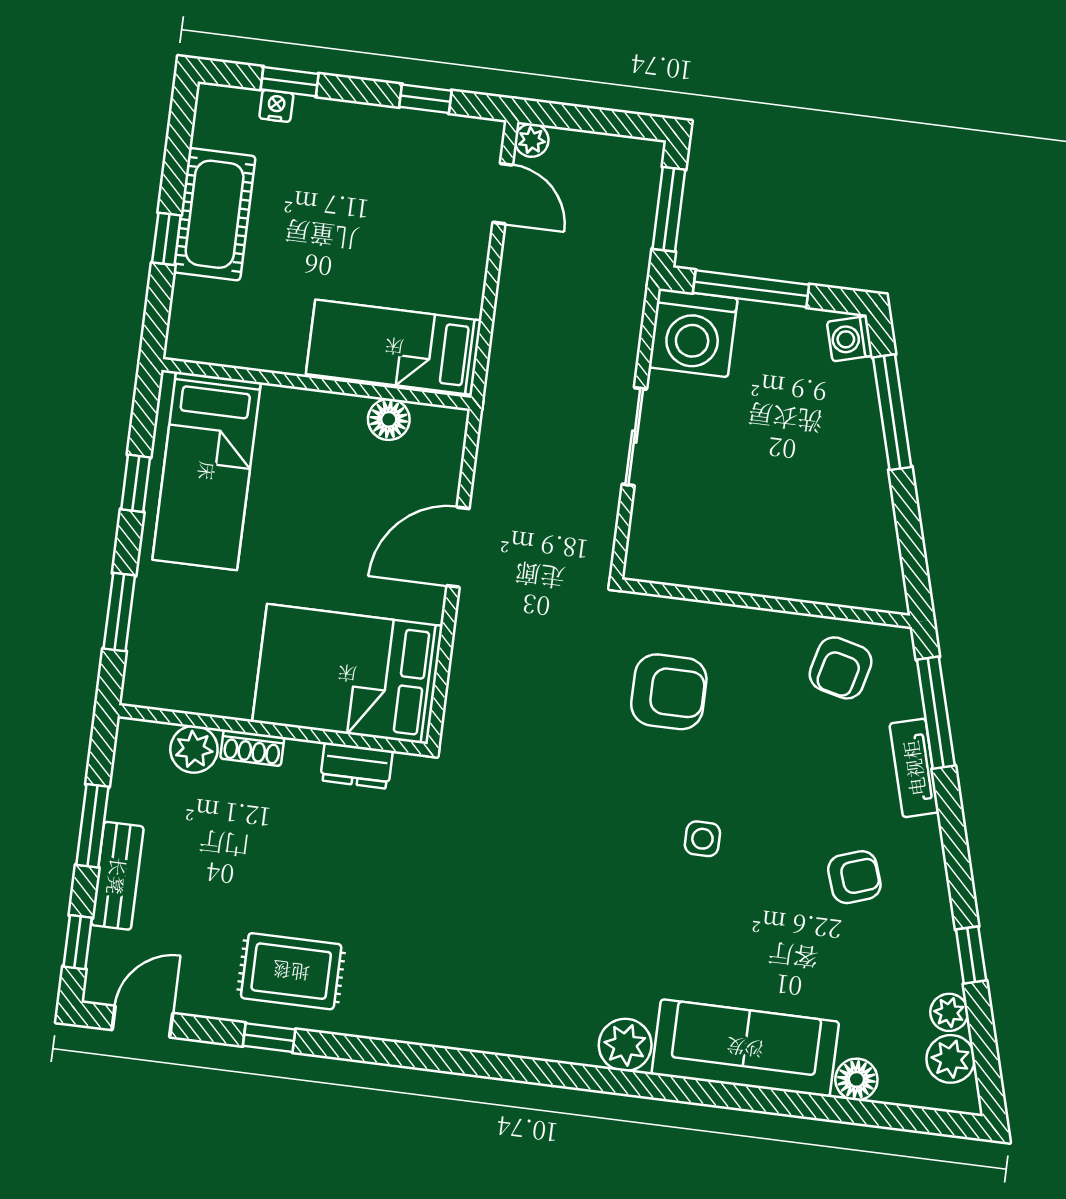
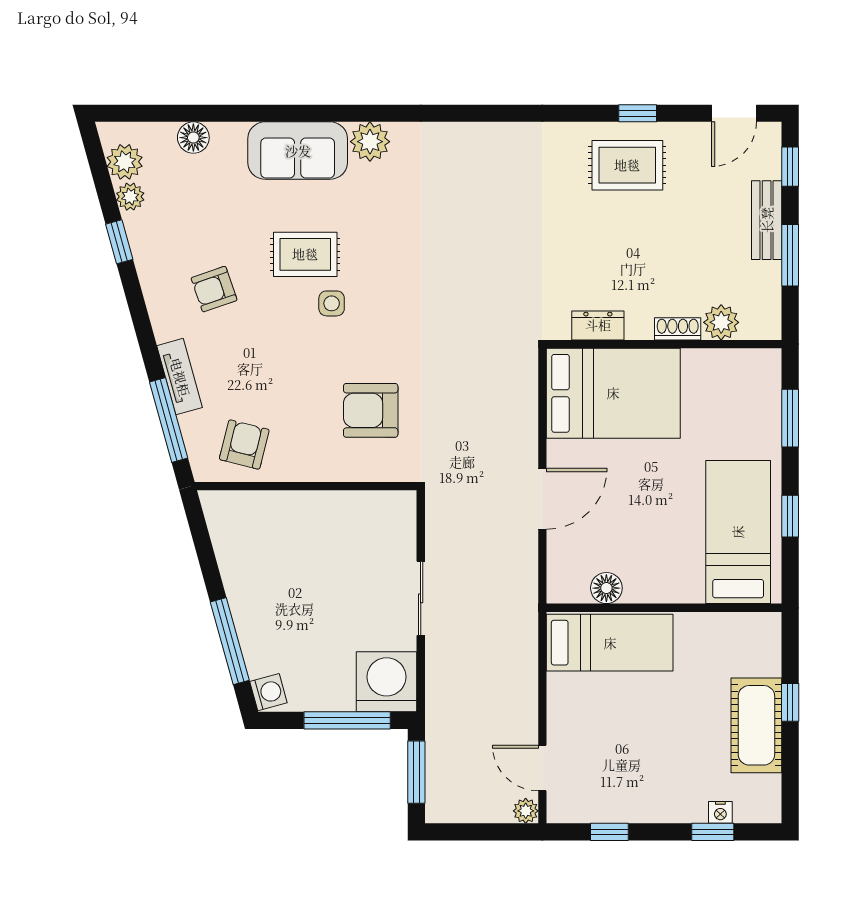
rug: (729, 907) -> (305, 254), added
sofa: (745, 1048) -> (298, 151), width x0.73

